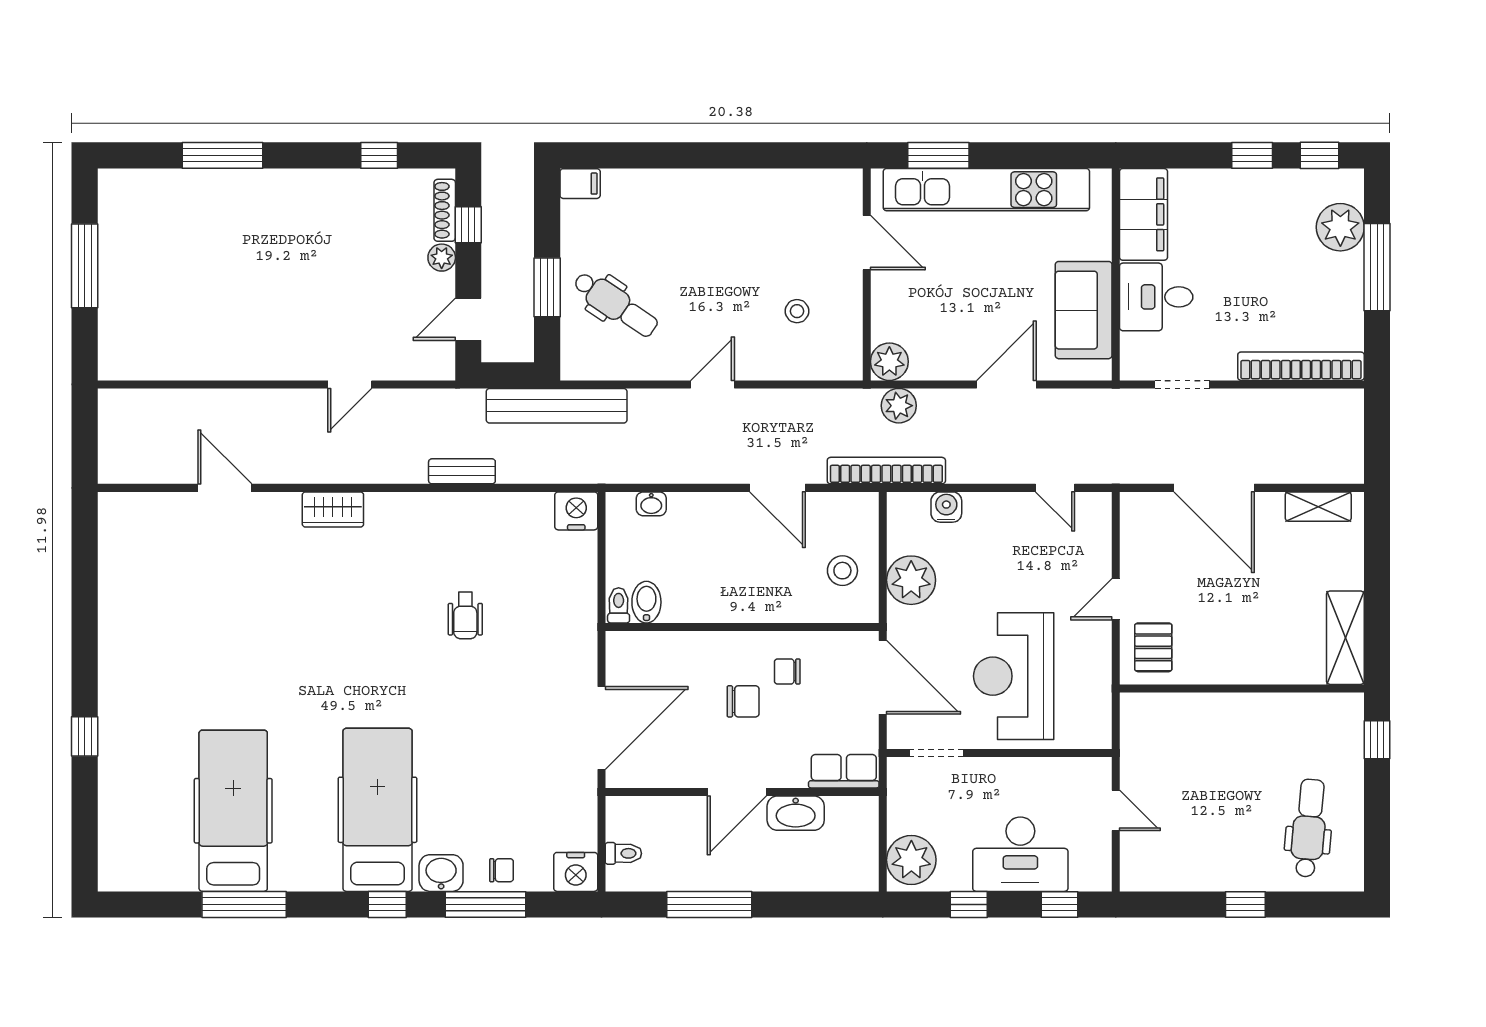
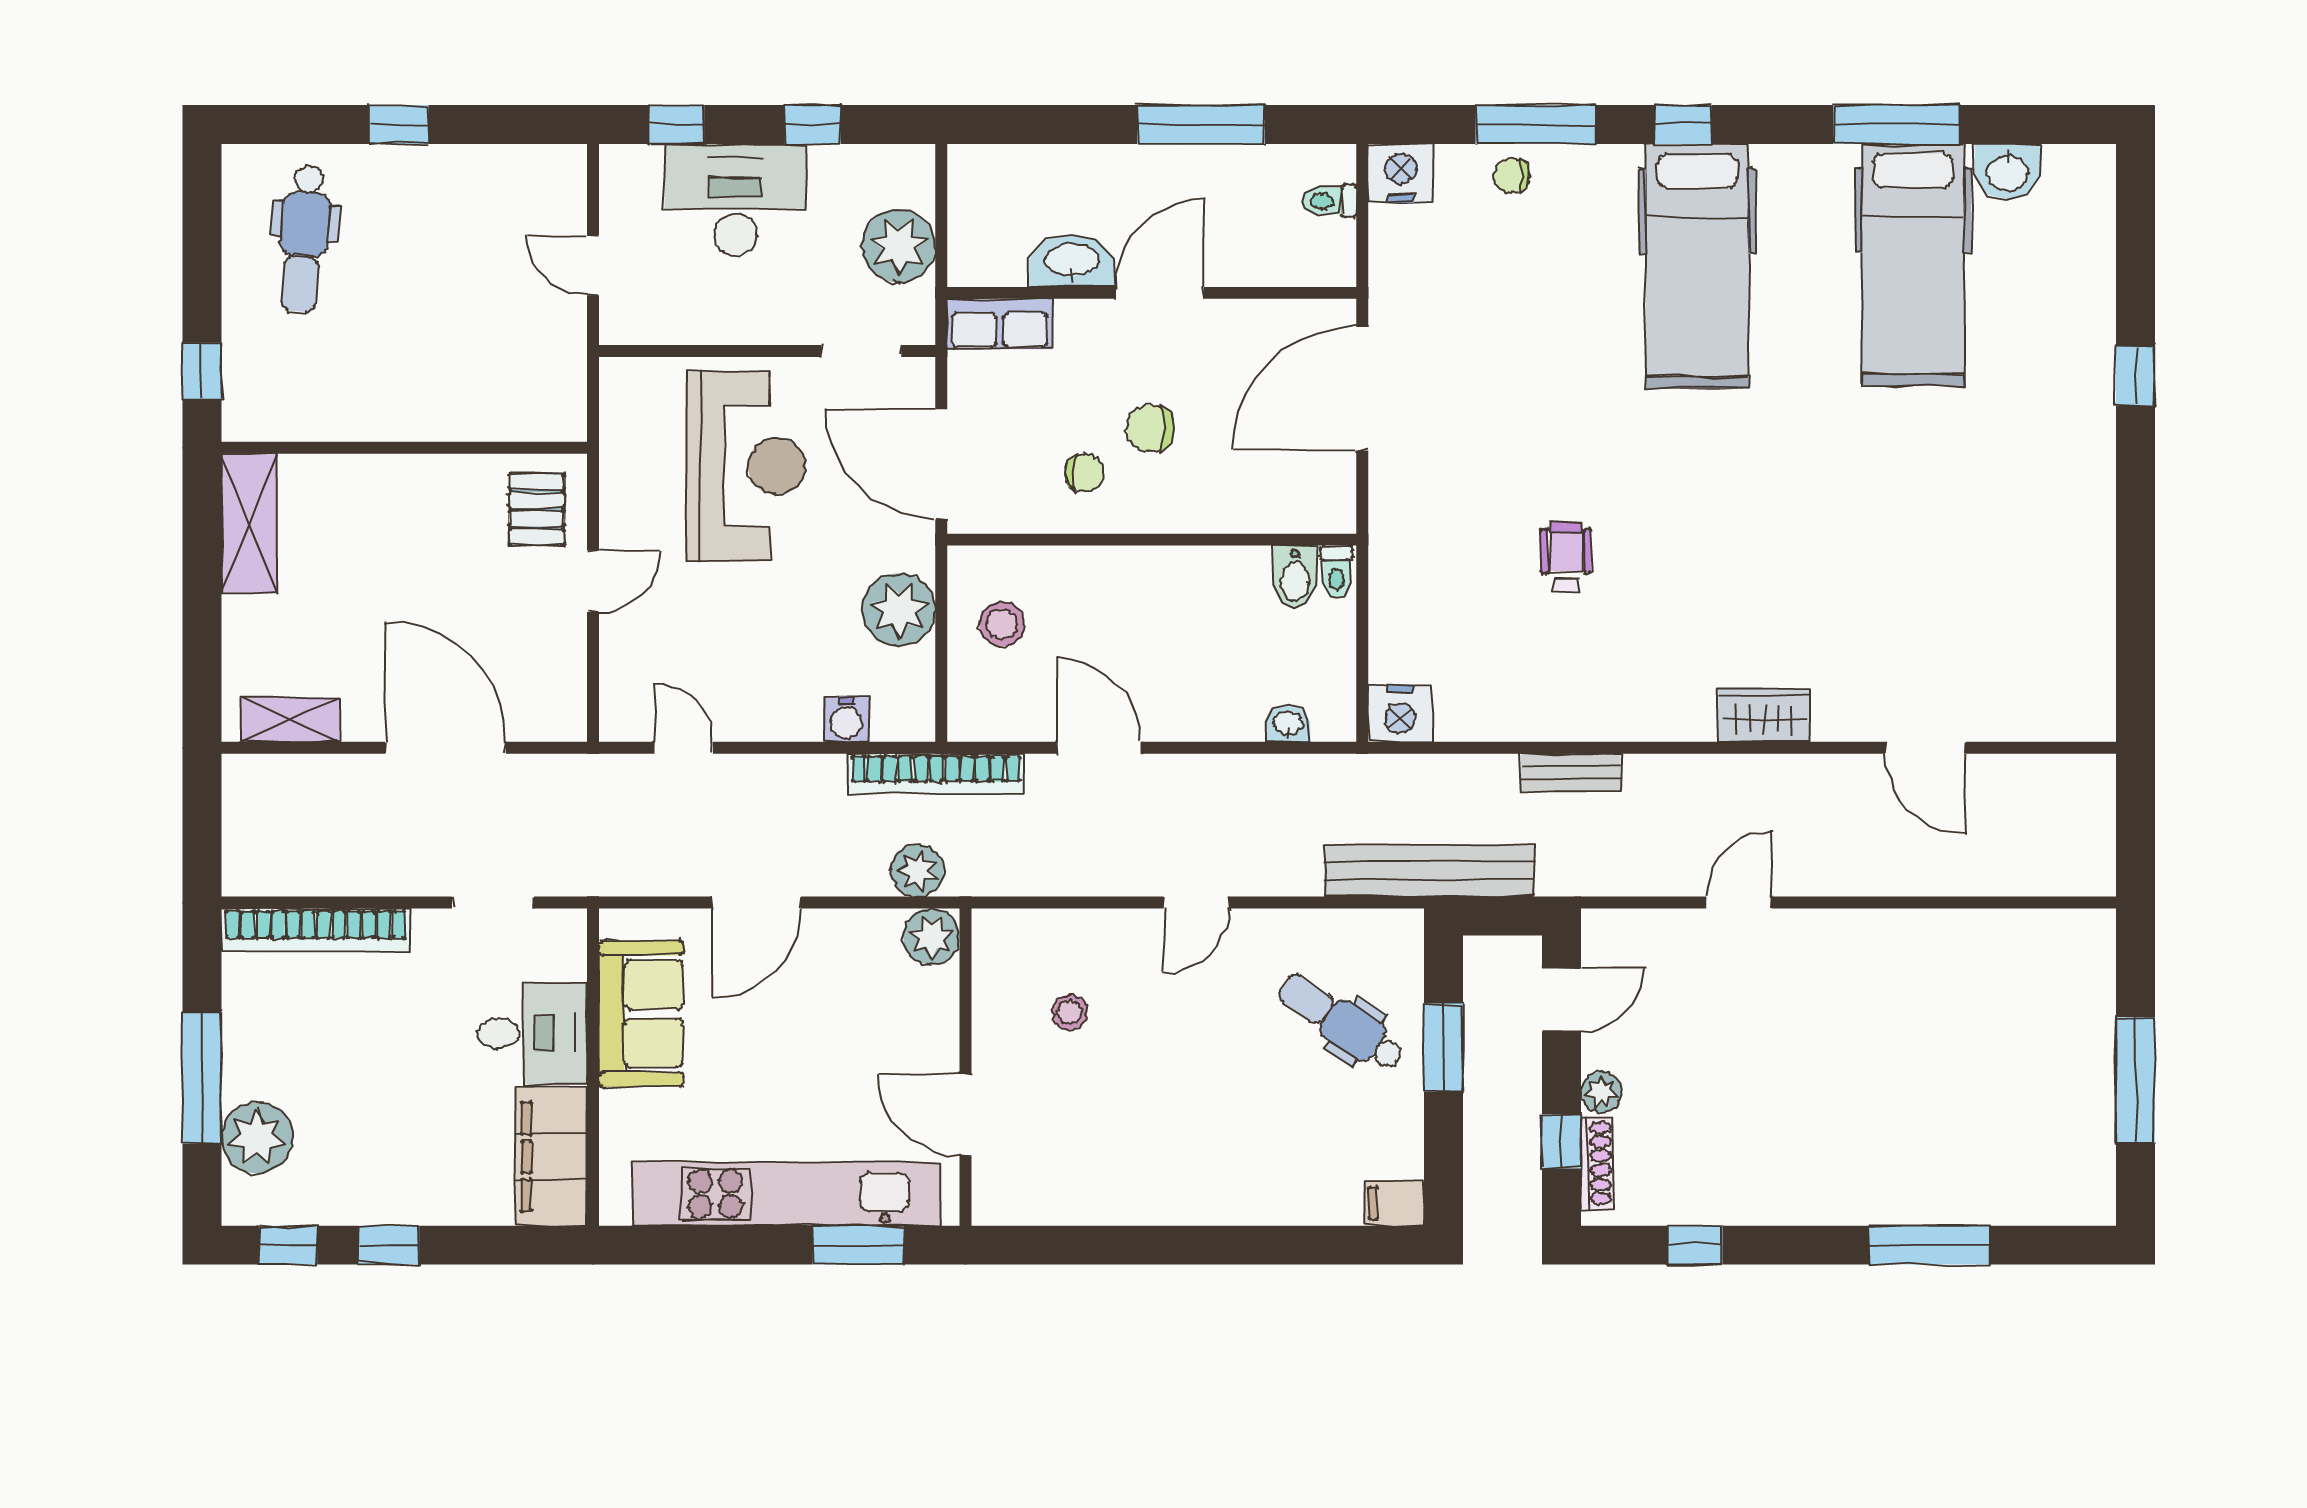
plant: (911, 860) -> (899, 246), moved
washbasin: (441, 873) -> (2008, 172), moved

